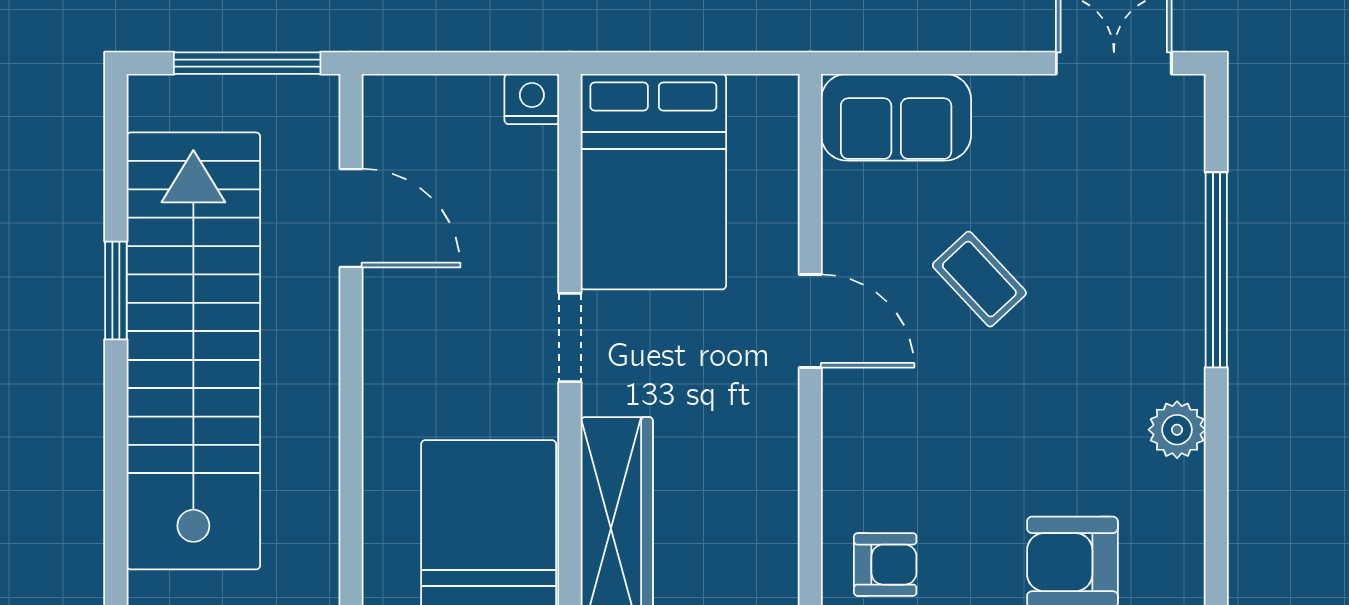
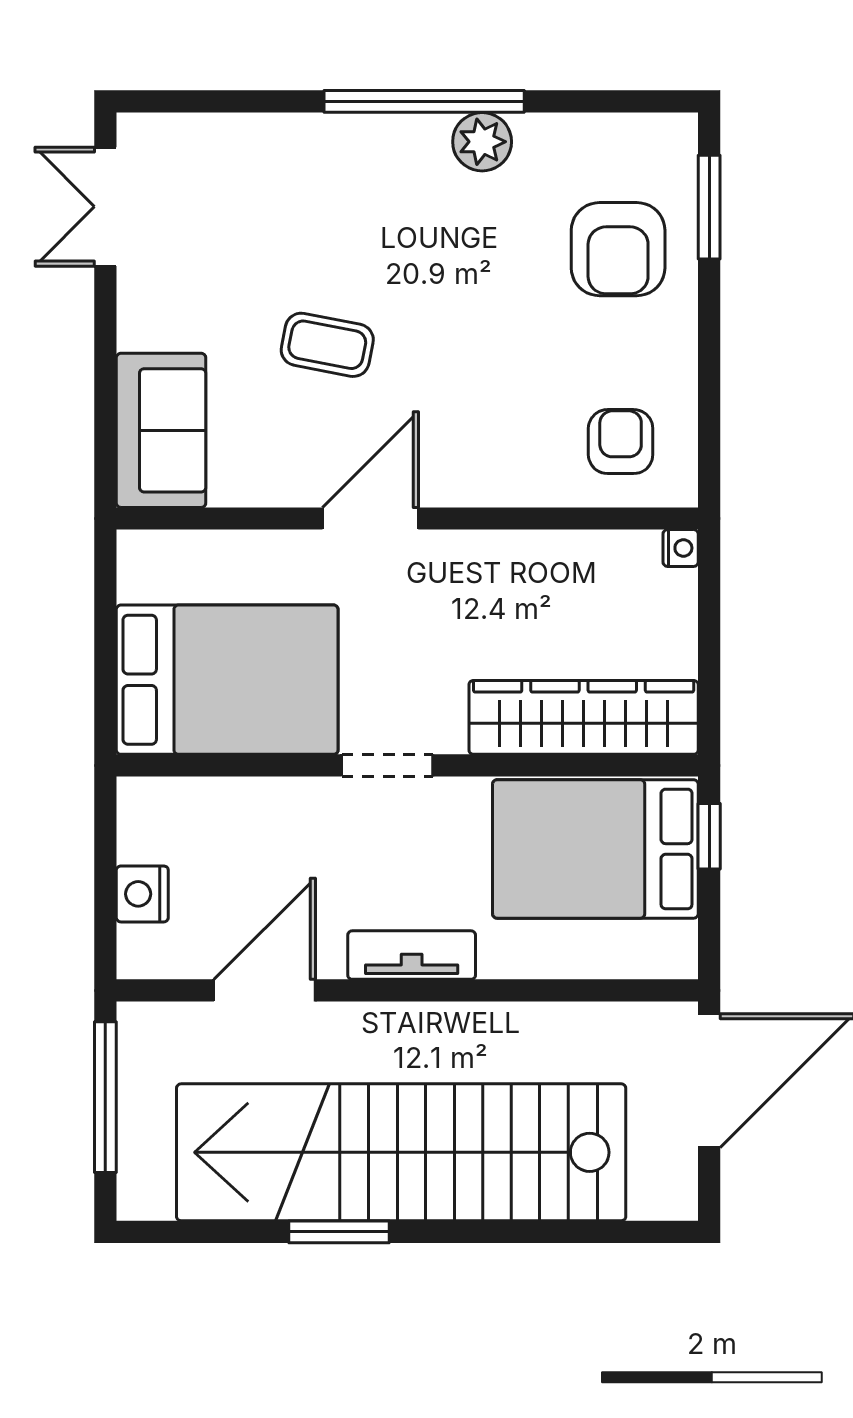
nightstand: (532, 99) -> (142, 894), moved
window: (1216, 270) -> (424, 101), moved
coffee table: (979, 279) -> (327, 345), turned 54
tv unit: (385, 361) -> (412, 955), added

